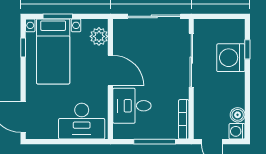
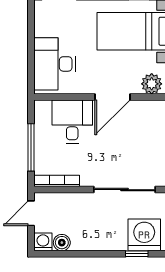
washing machine: (231, 58) -> (144, 235), moved

